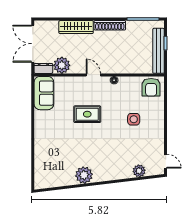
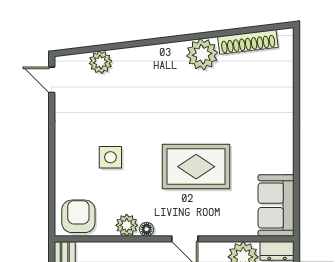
plant: (125, 82) -> (127, 225), added
rug: (87, 114) -> (196, 167), width x1.36, depth x1.43
shoe rack: (59, 182) -> (248, 42), added

